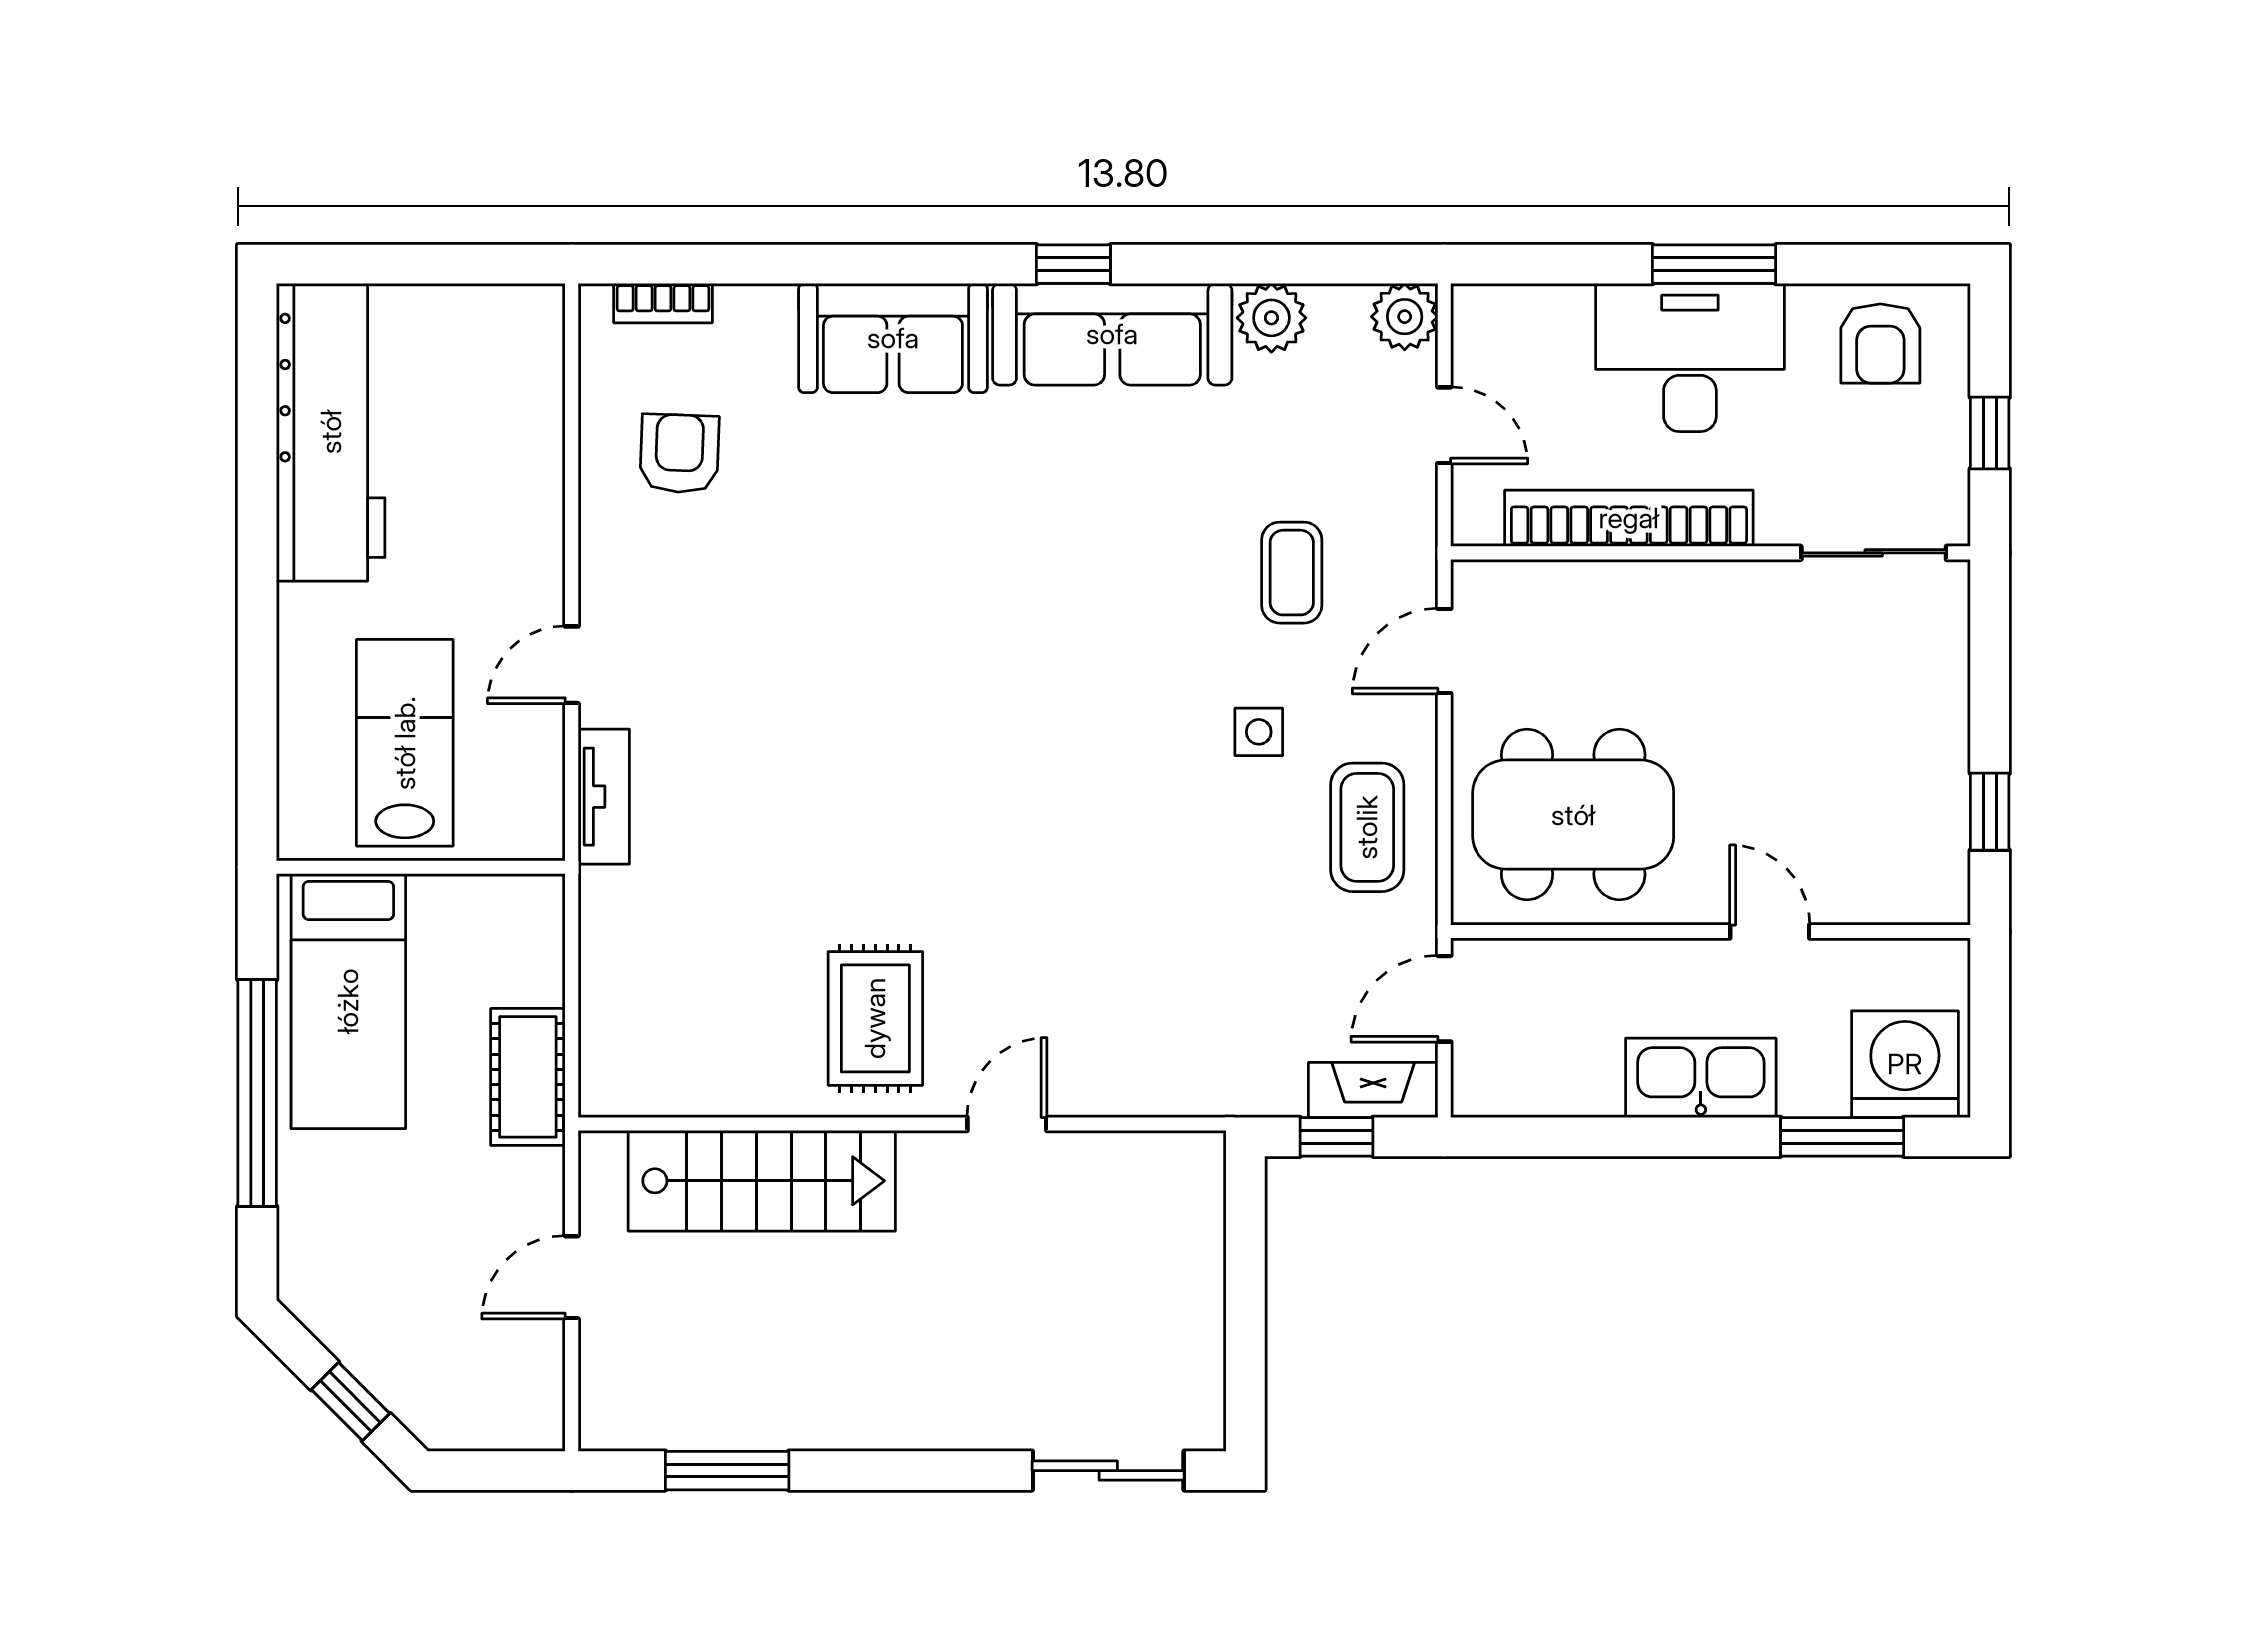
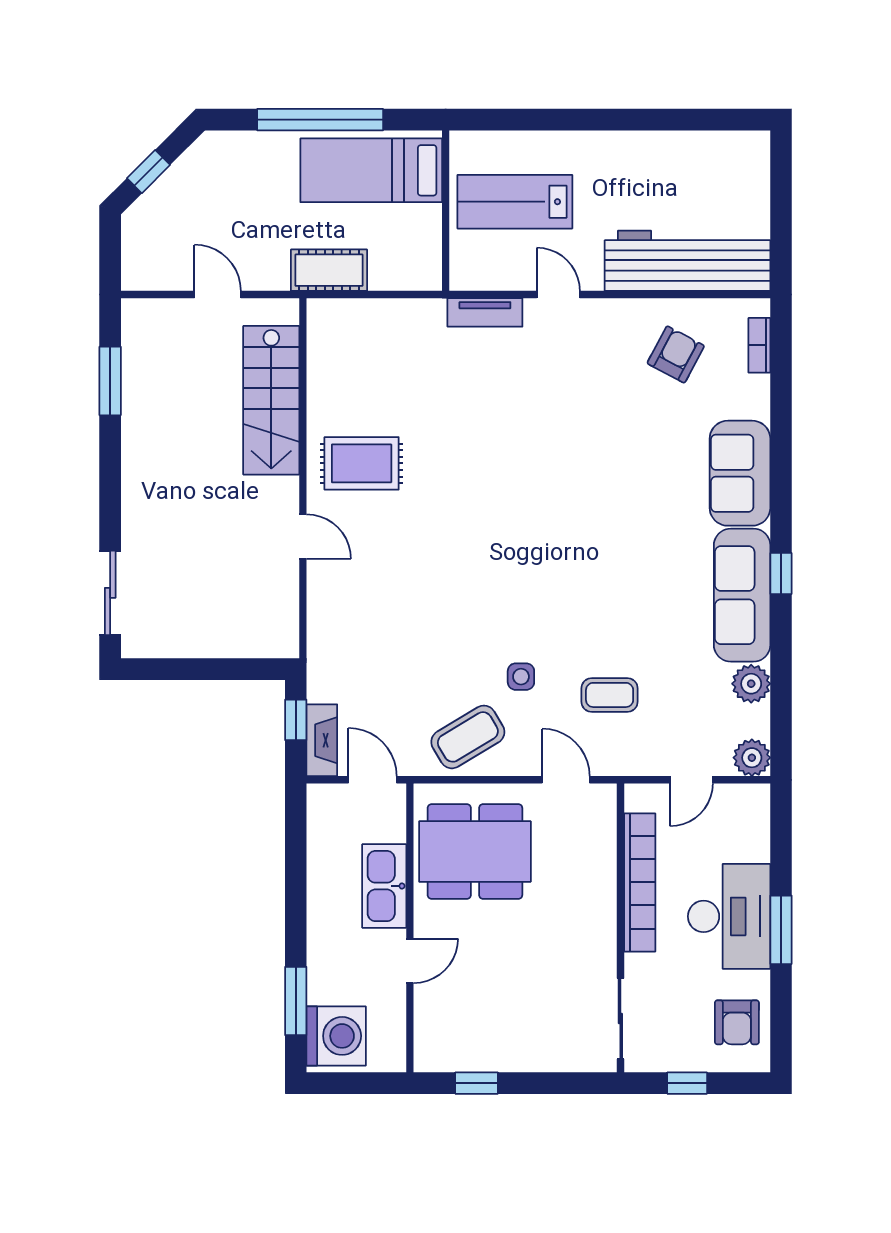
armchair: (1880, 344) -> (737, 1022), turned -90
workbench: (331, 432) -> (688, 261), moved, turned 180
armchair: (679, 454) -> (676, 354), turned -64
lab bench: (405, 743) -> (515, 202), turned 180
dining table: (1573, 815) -> (475, 852), turned 90
coffee table: (1367, 827) -> (468, 737), turned -31
kitchen sink: (1701, 1078) -> (384, 886), moved, turned 180

